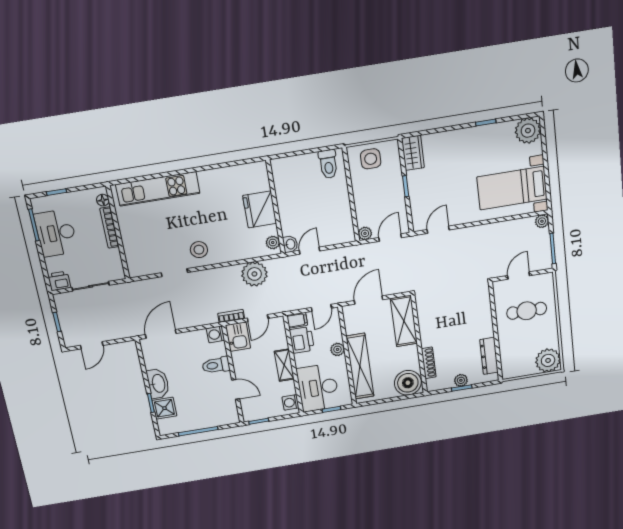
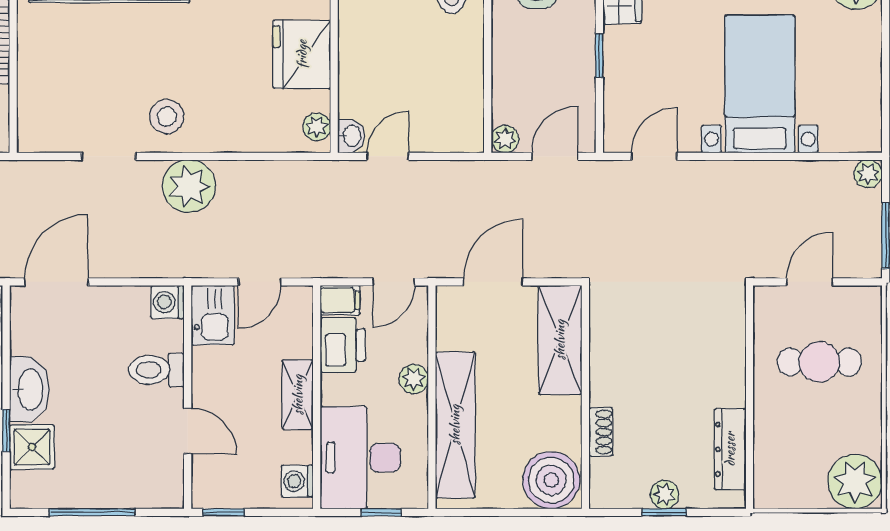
bed with nightstands: (512, 188) -> (760, 84), moved, turned 90
plant: (254, 274) -> (189, 186), moved
bookcase: (231, 316) -> (206, 268), removed
shoe rack: (429, 363) -> (601, 432), width x0.70

